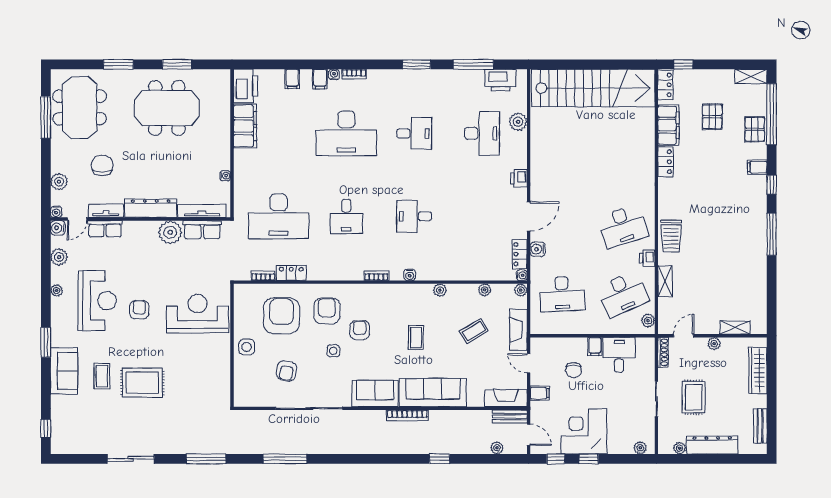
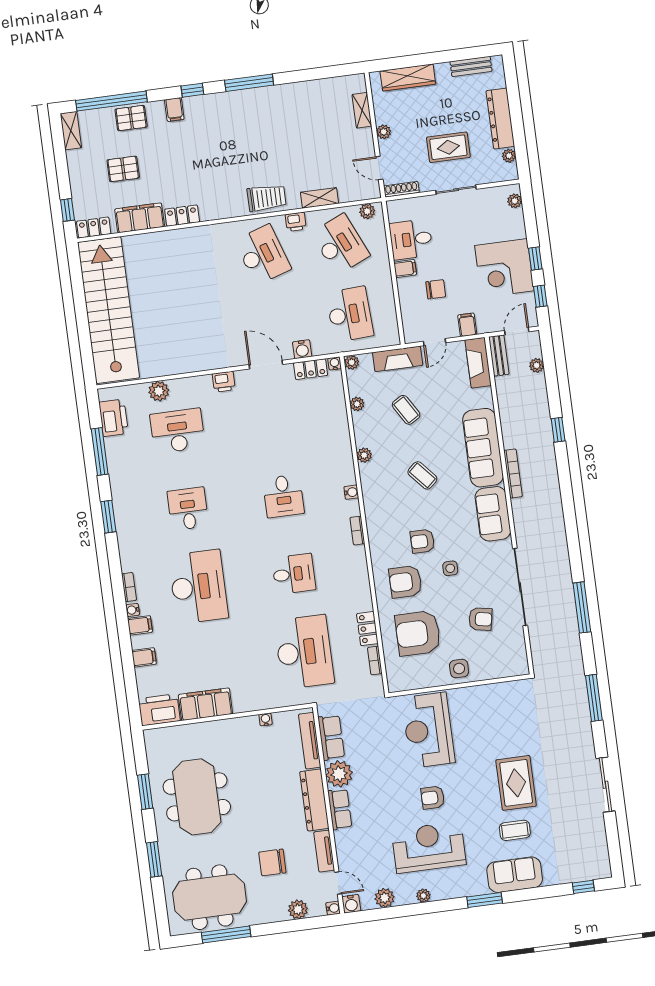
row of seats: (105, 229) -> (340, 809), moved
coffee table: (416, 338) -> (422, 475), turned 49

